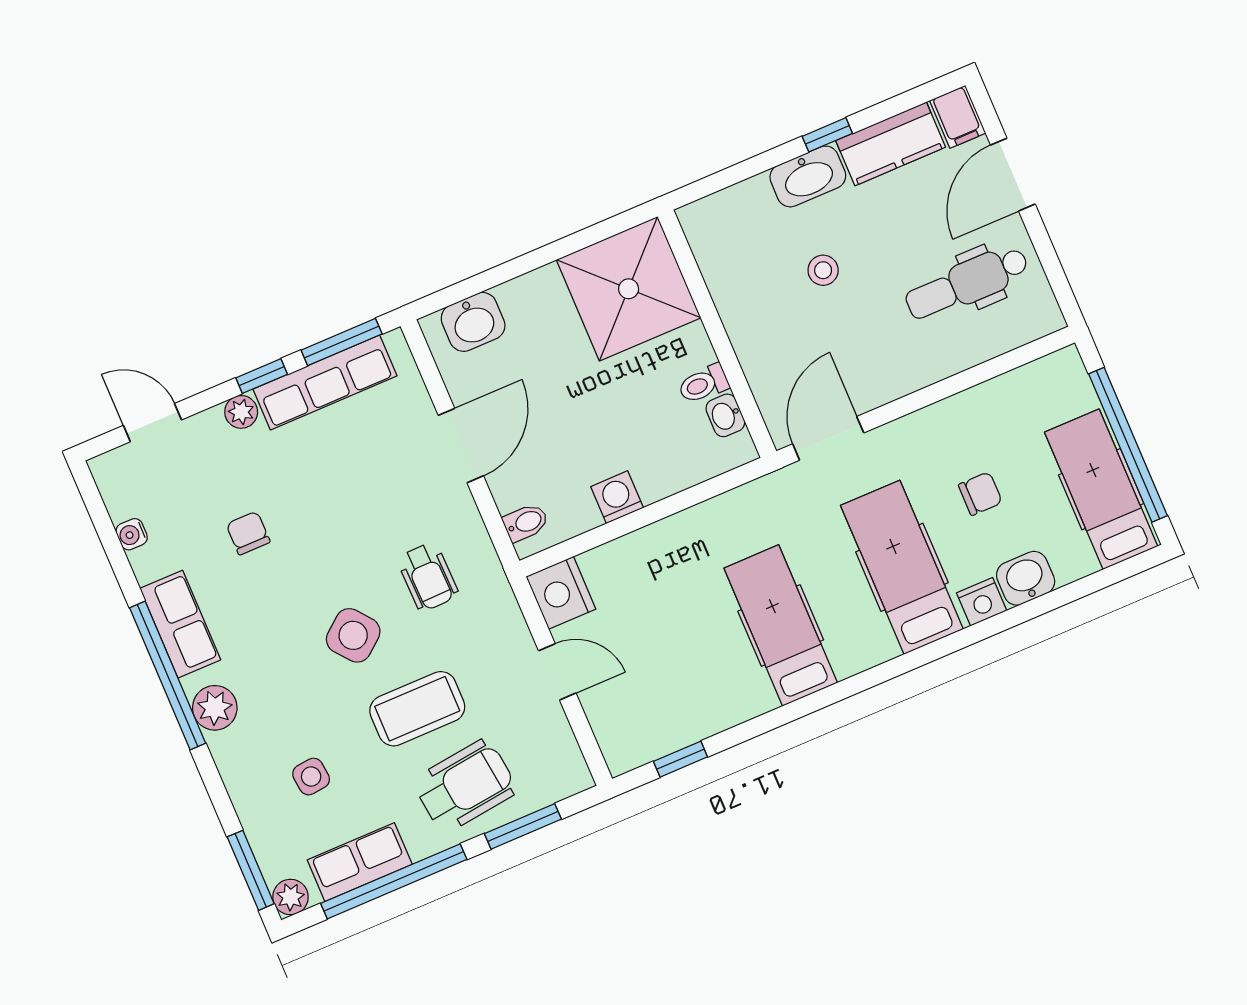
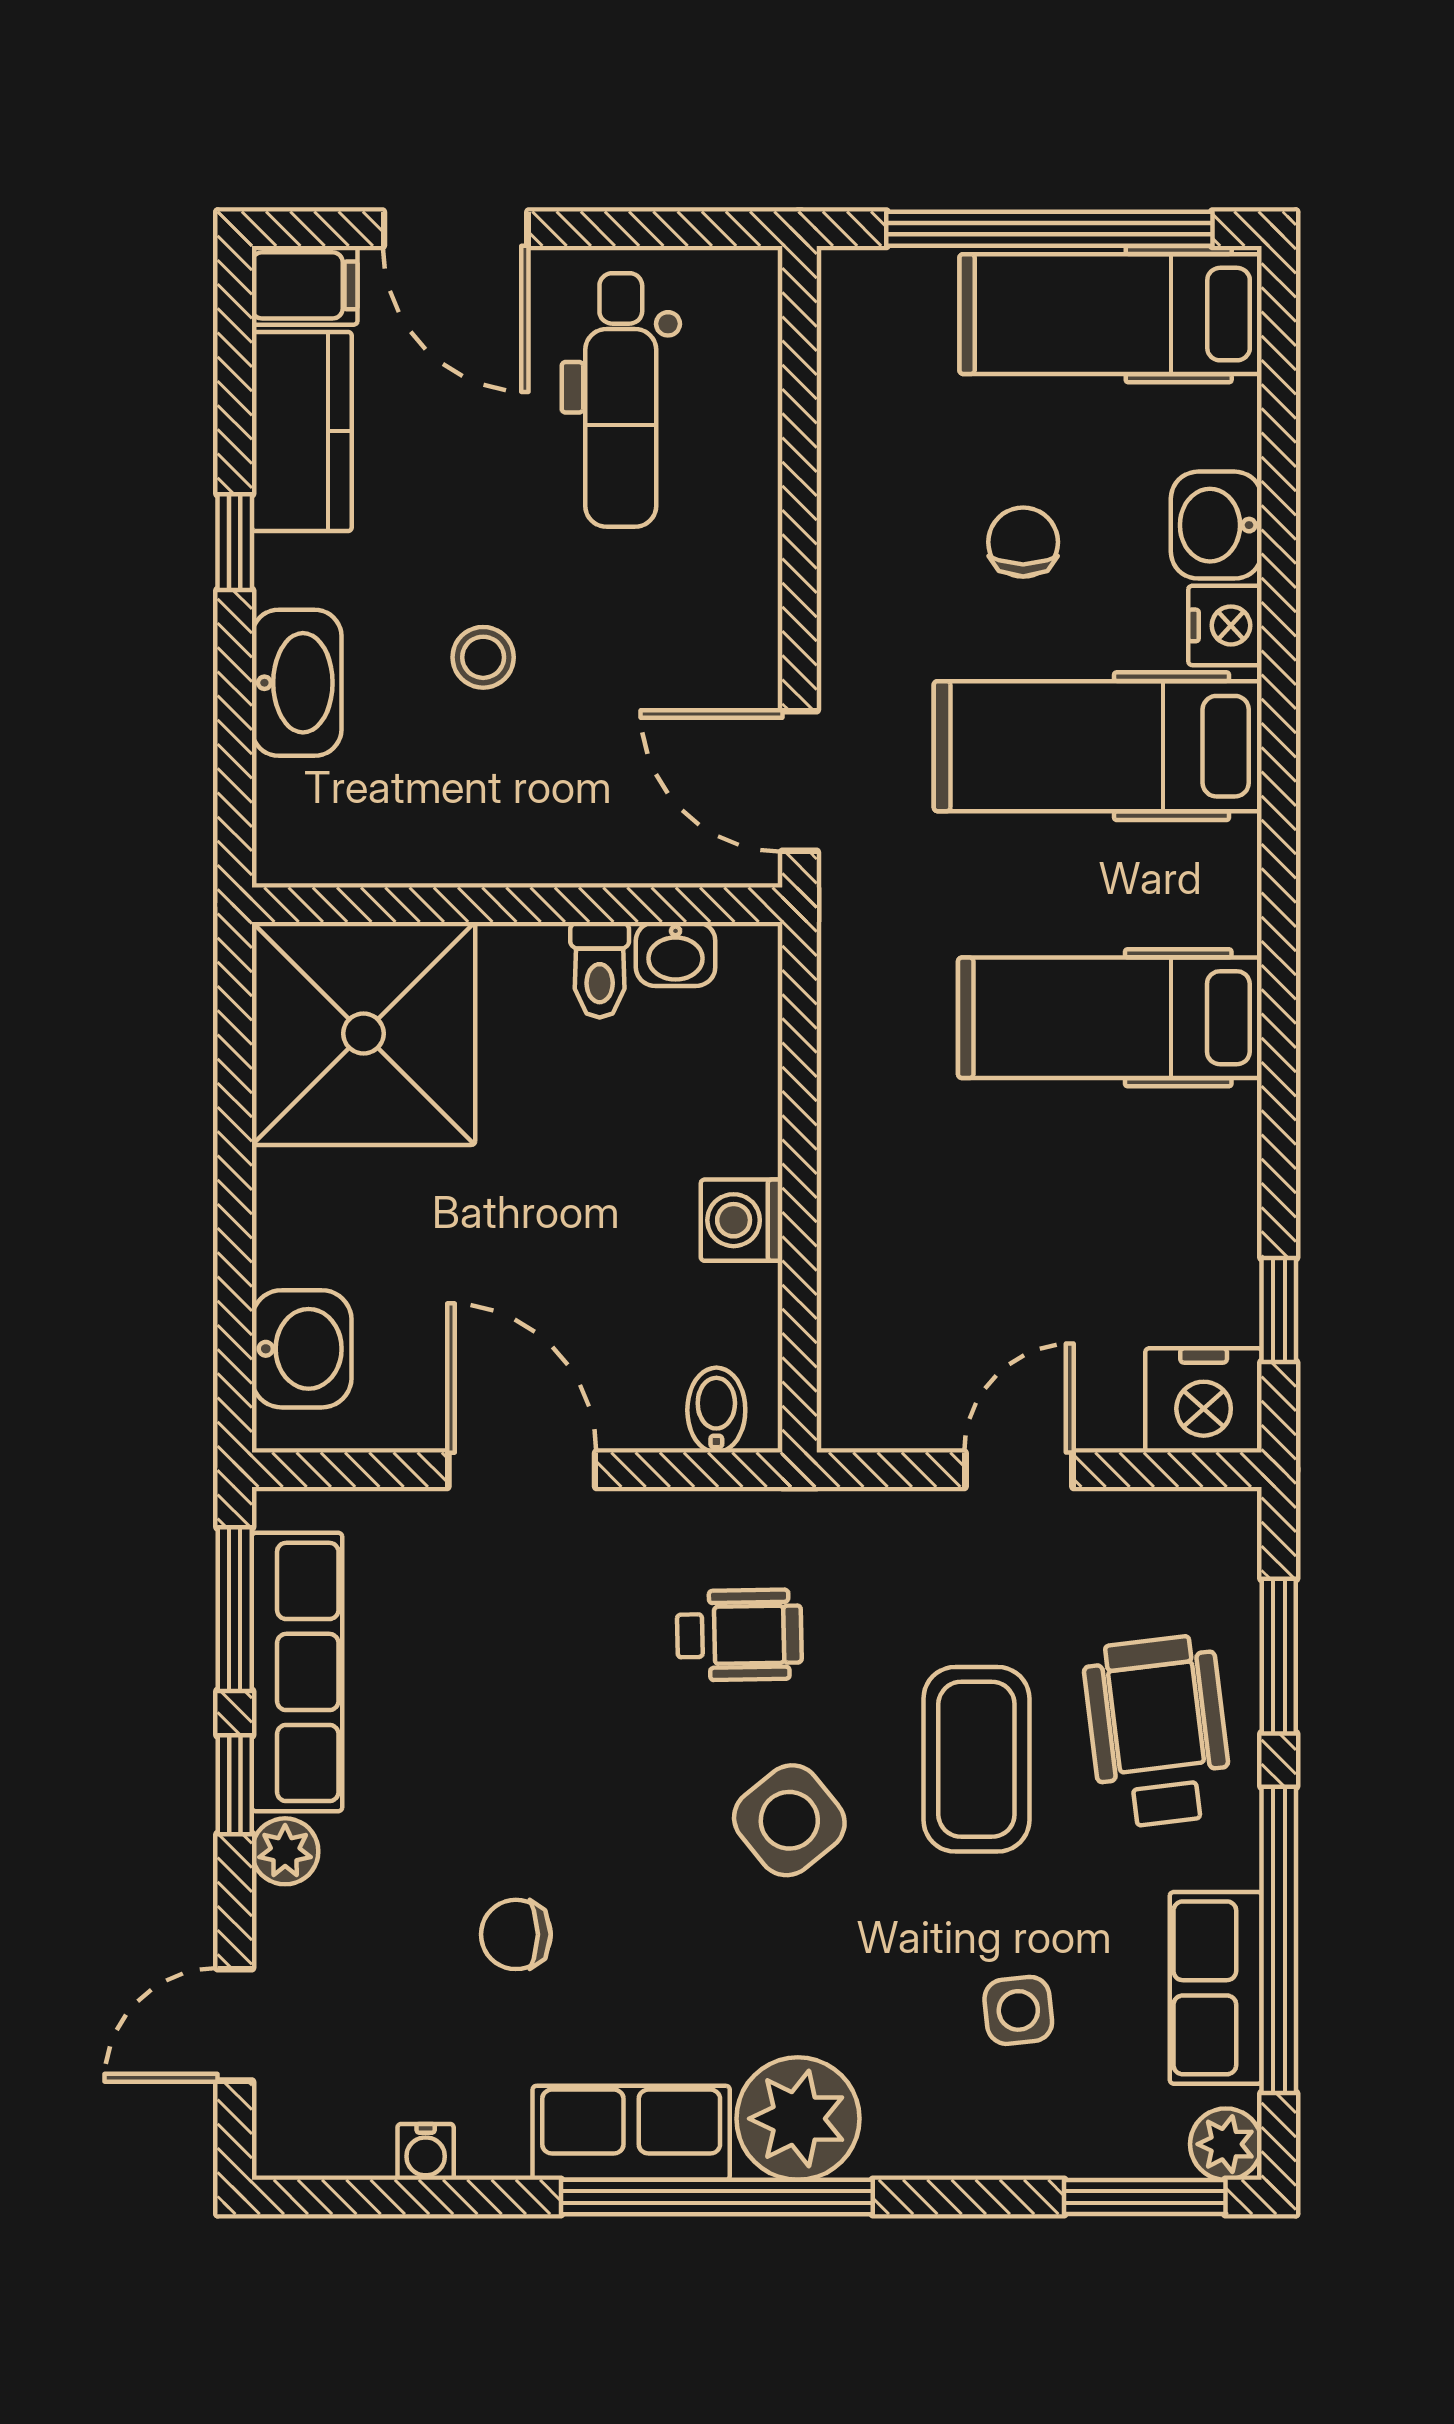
washbasin: (808, 176) -> (297, 683), moved
nightstand: (561, 593) -> (1204, 1400), moved
plant: (215, 708) -> (798, 2119), width x1.36, depth x1.36

